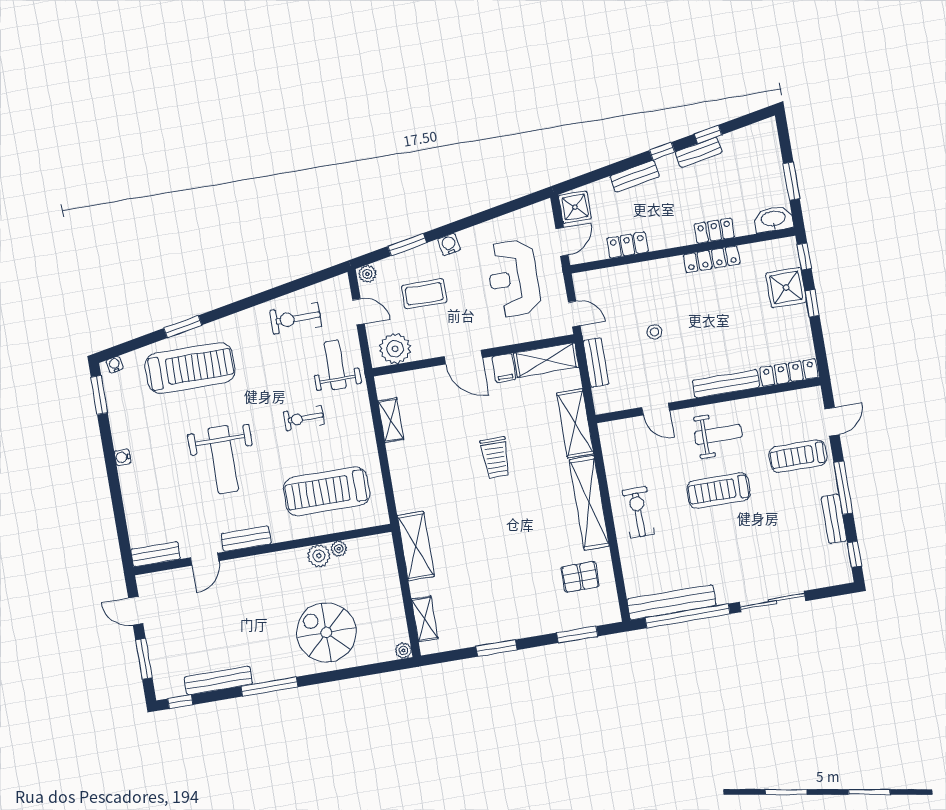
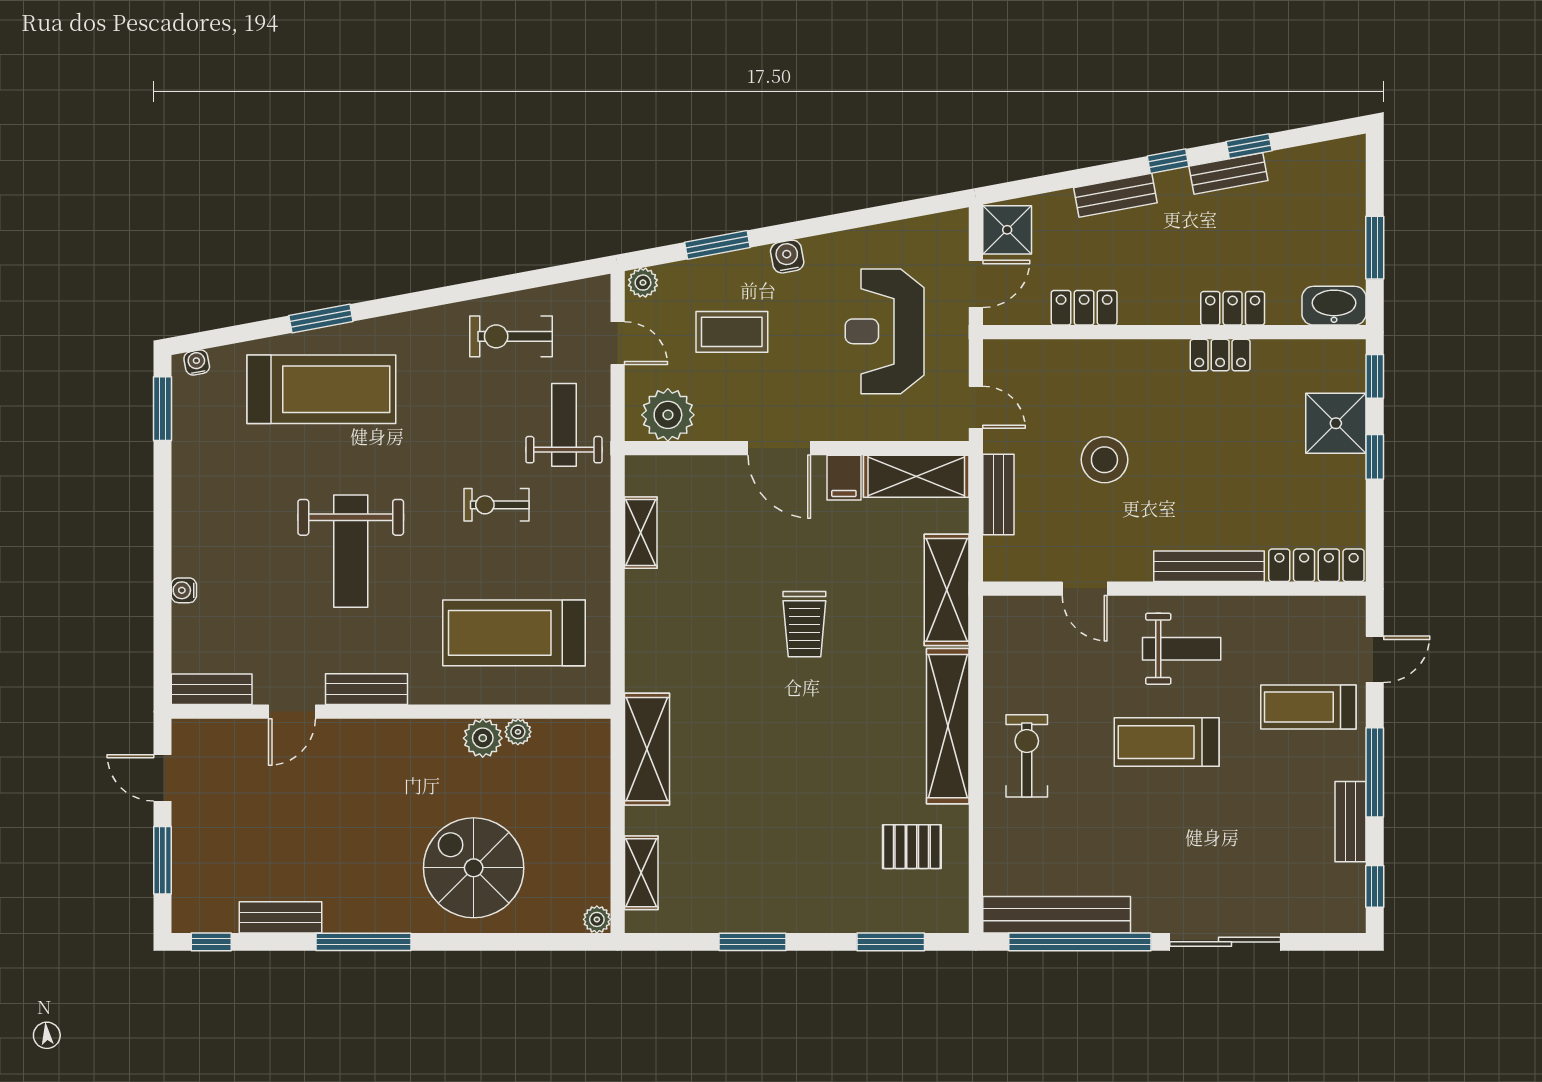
locker: (712, 259) -> (1220, 355), width x0.66
stool: (654, 332) -> (1104, 460), width x1.89, depth x1.89
water cooler: (123, 457) -> (184, 590), moved
bench: (218, 681) -> (280, 917), width x0.73

